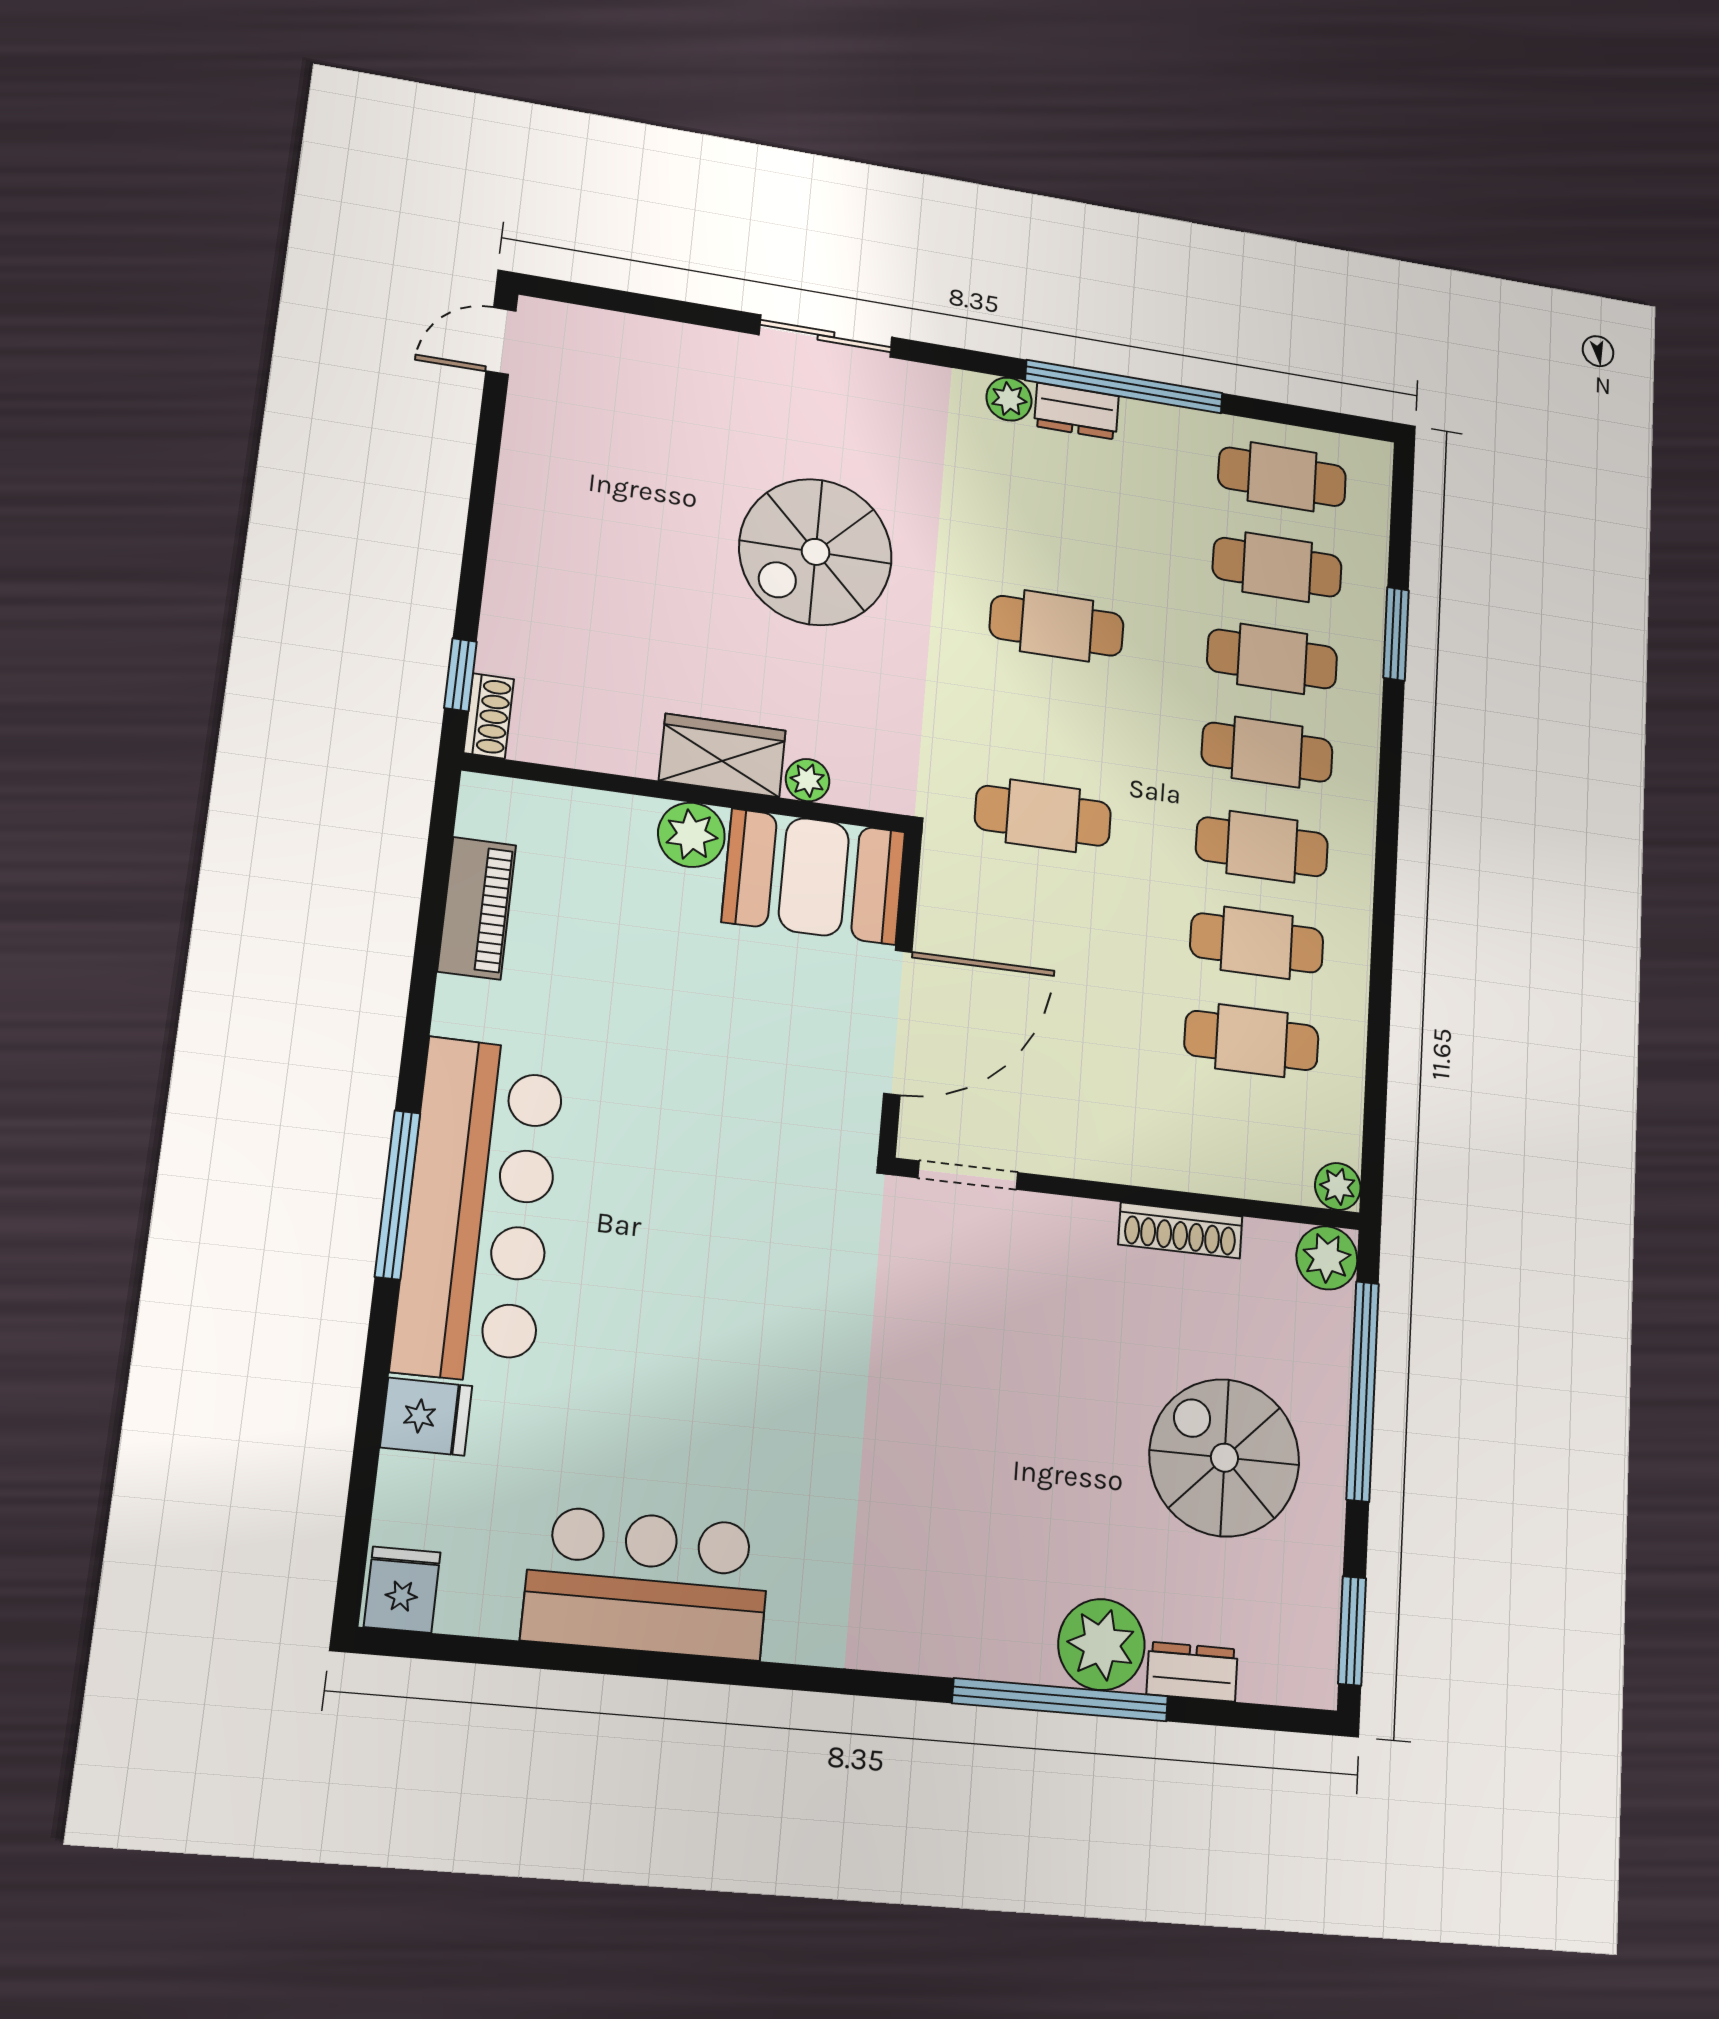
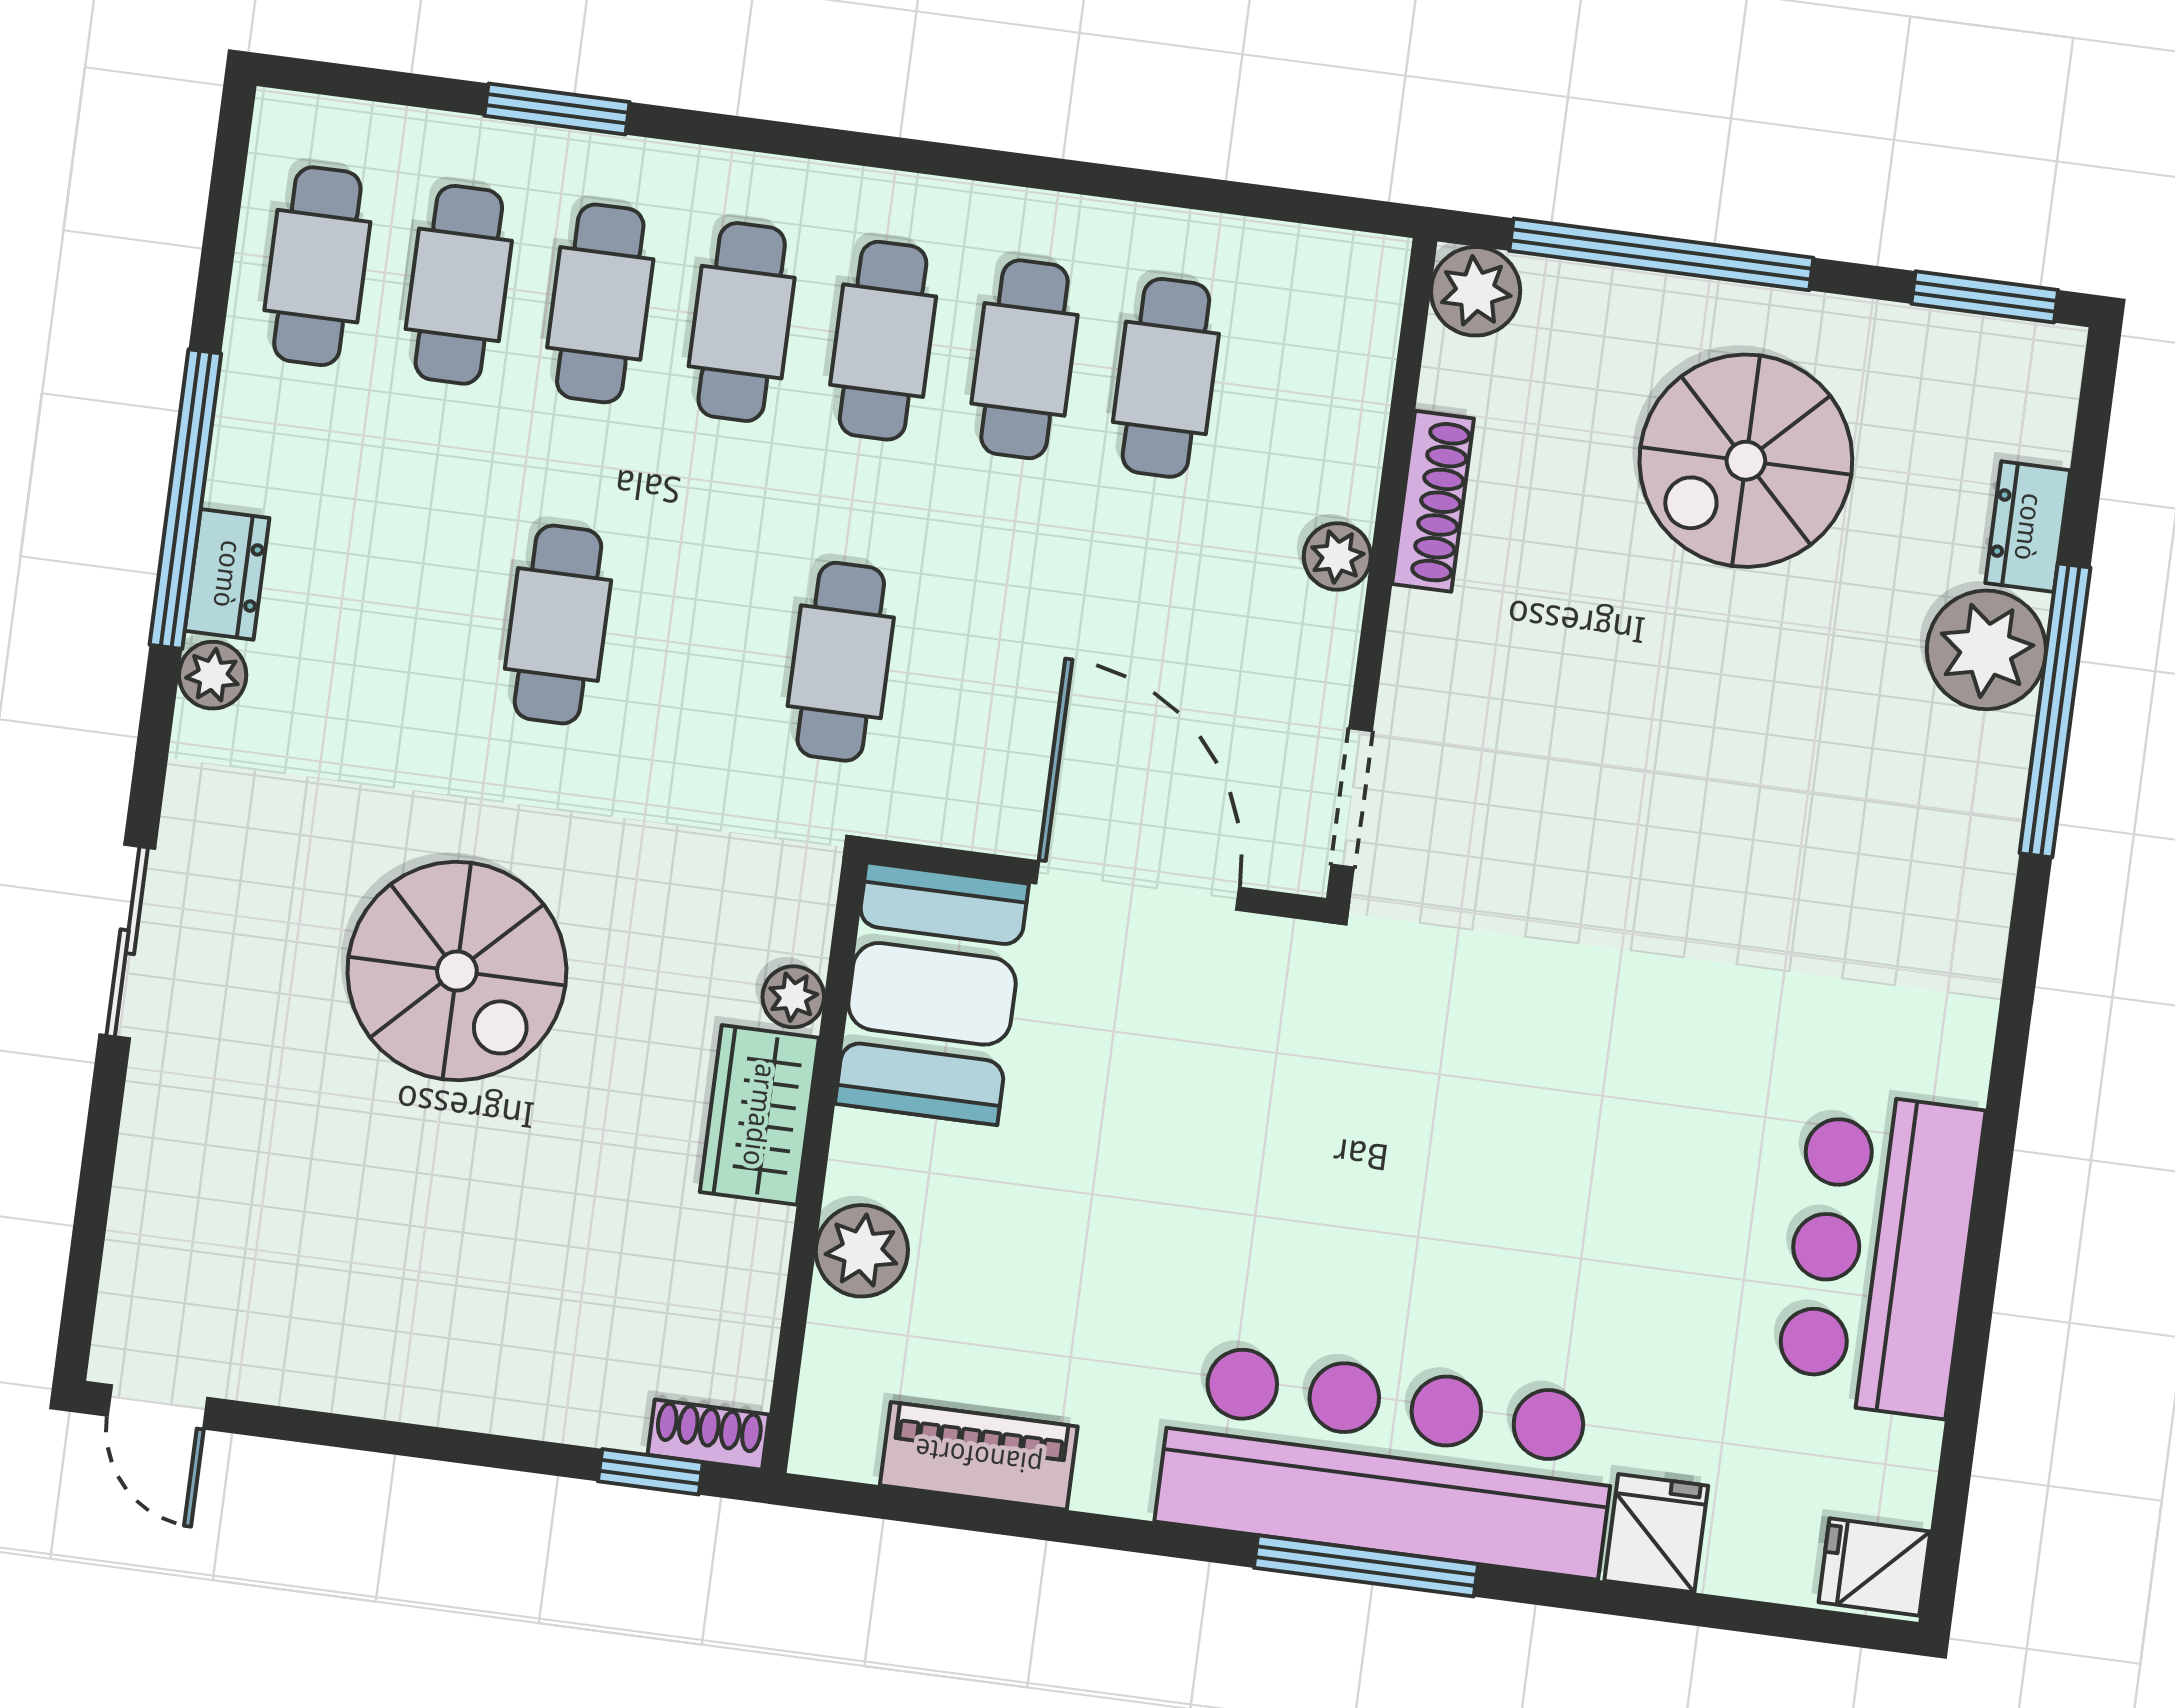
plant: (691, 835) -> (862, 1251), moved
plant: (1338, 1186) -> (1337, 556), moved

